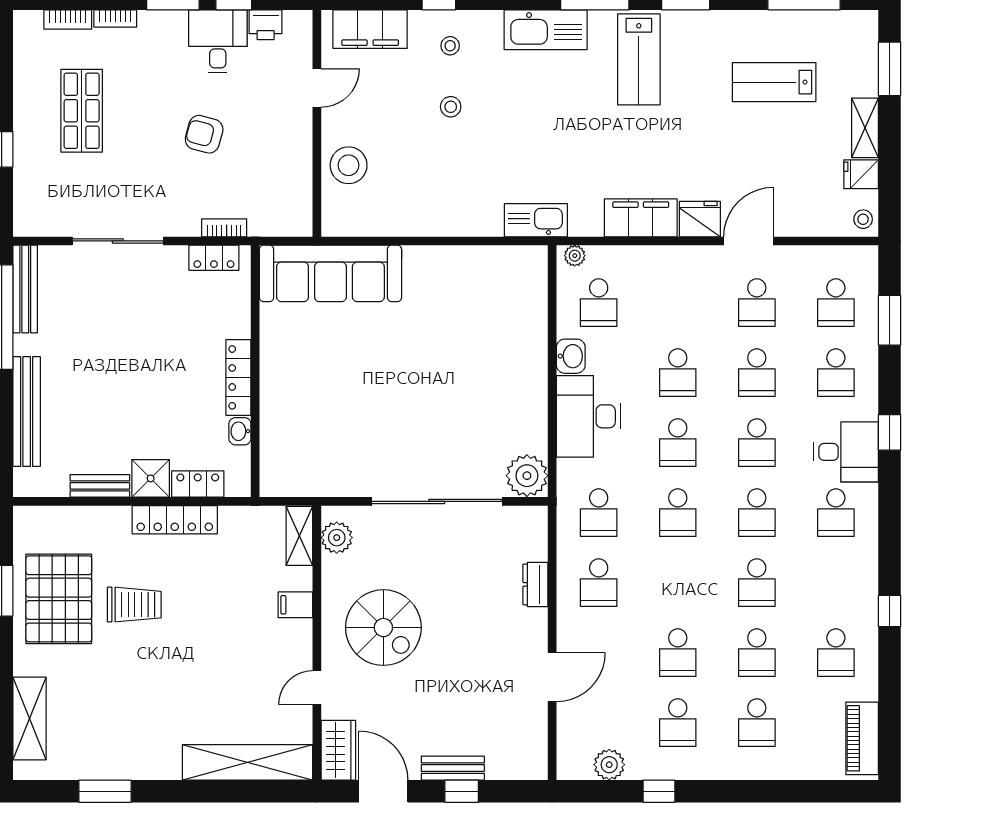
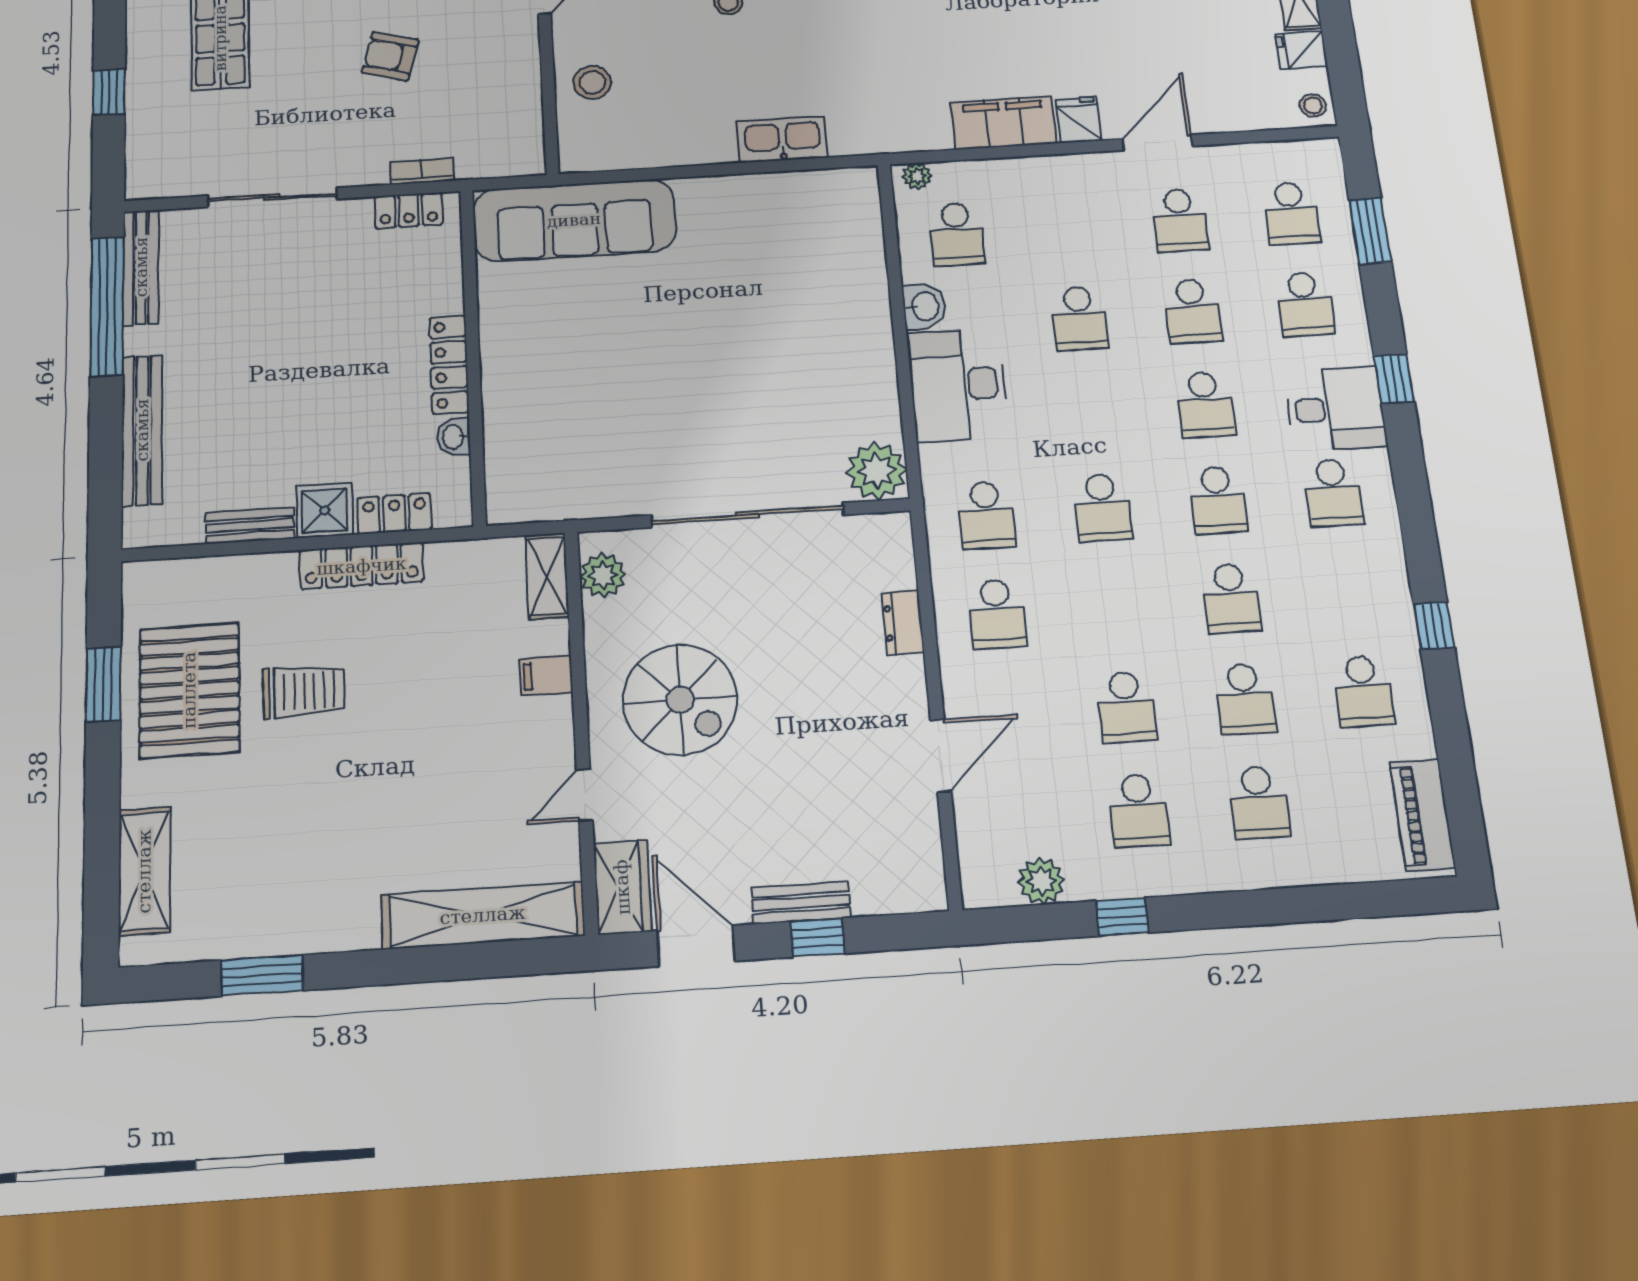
stool: (349, 165) -> (592, 82), width x0.73, depth x0.73
fridge: (700, 219) -> (1079, 120), width x0.72
kitchen sink: (536, 220) -> (782, 139), moved
school desk: (678, 443) -> (1091, 412), removed

